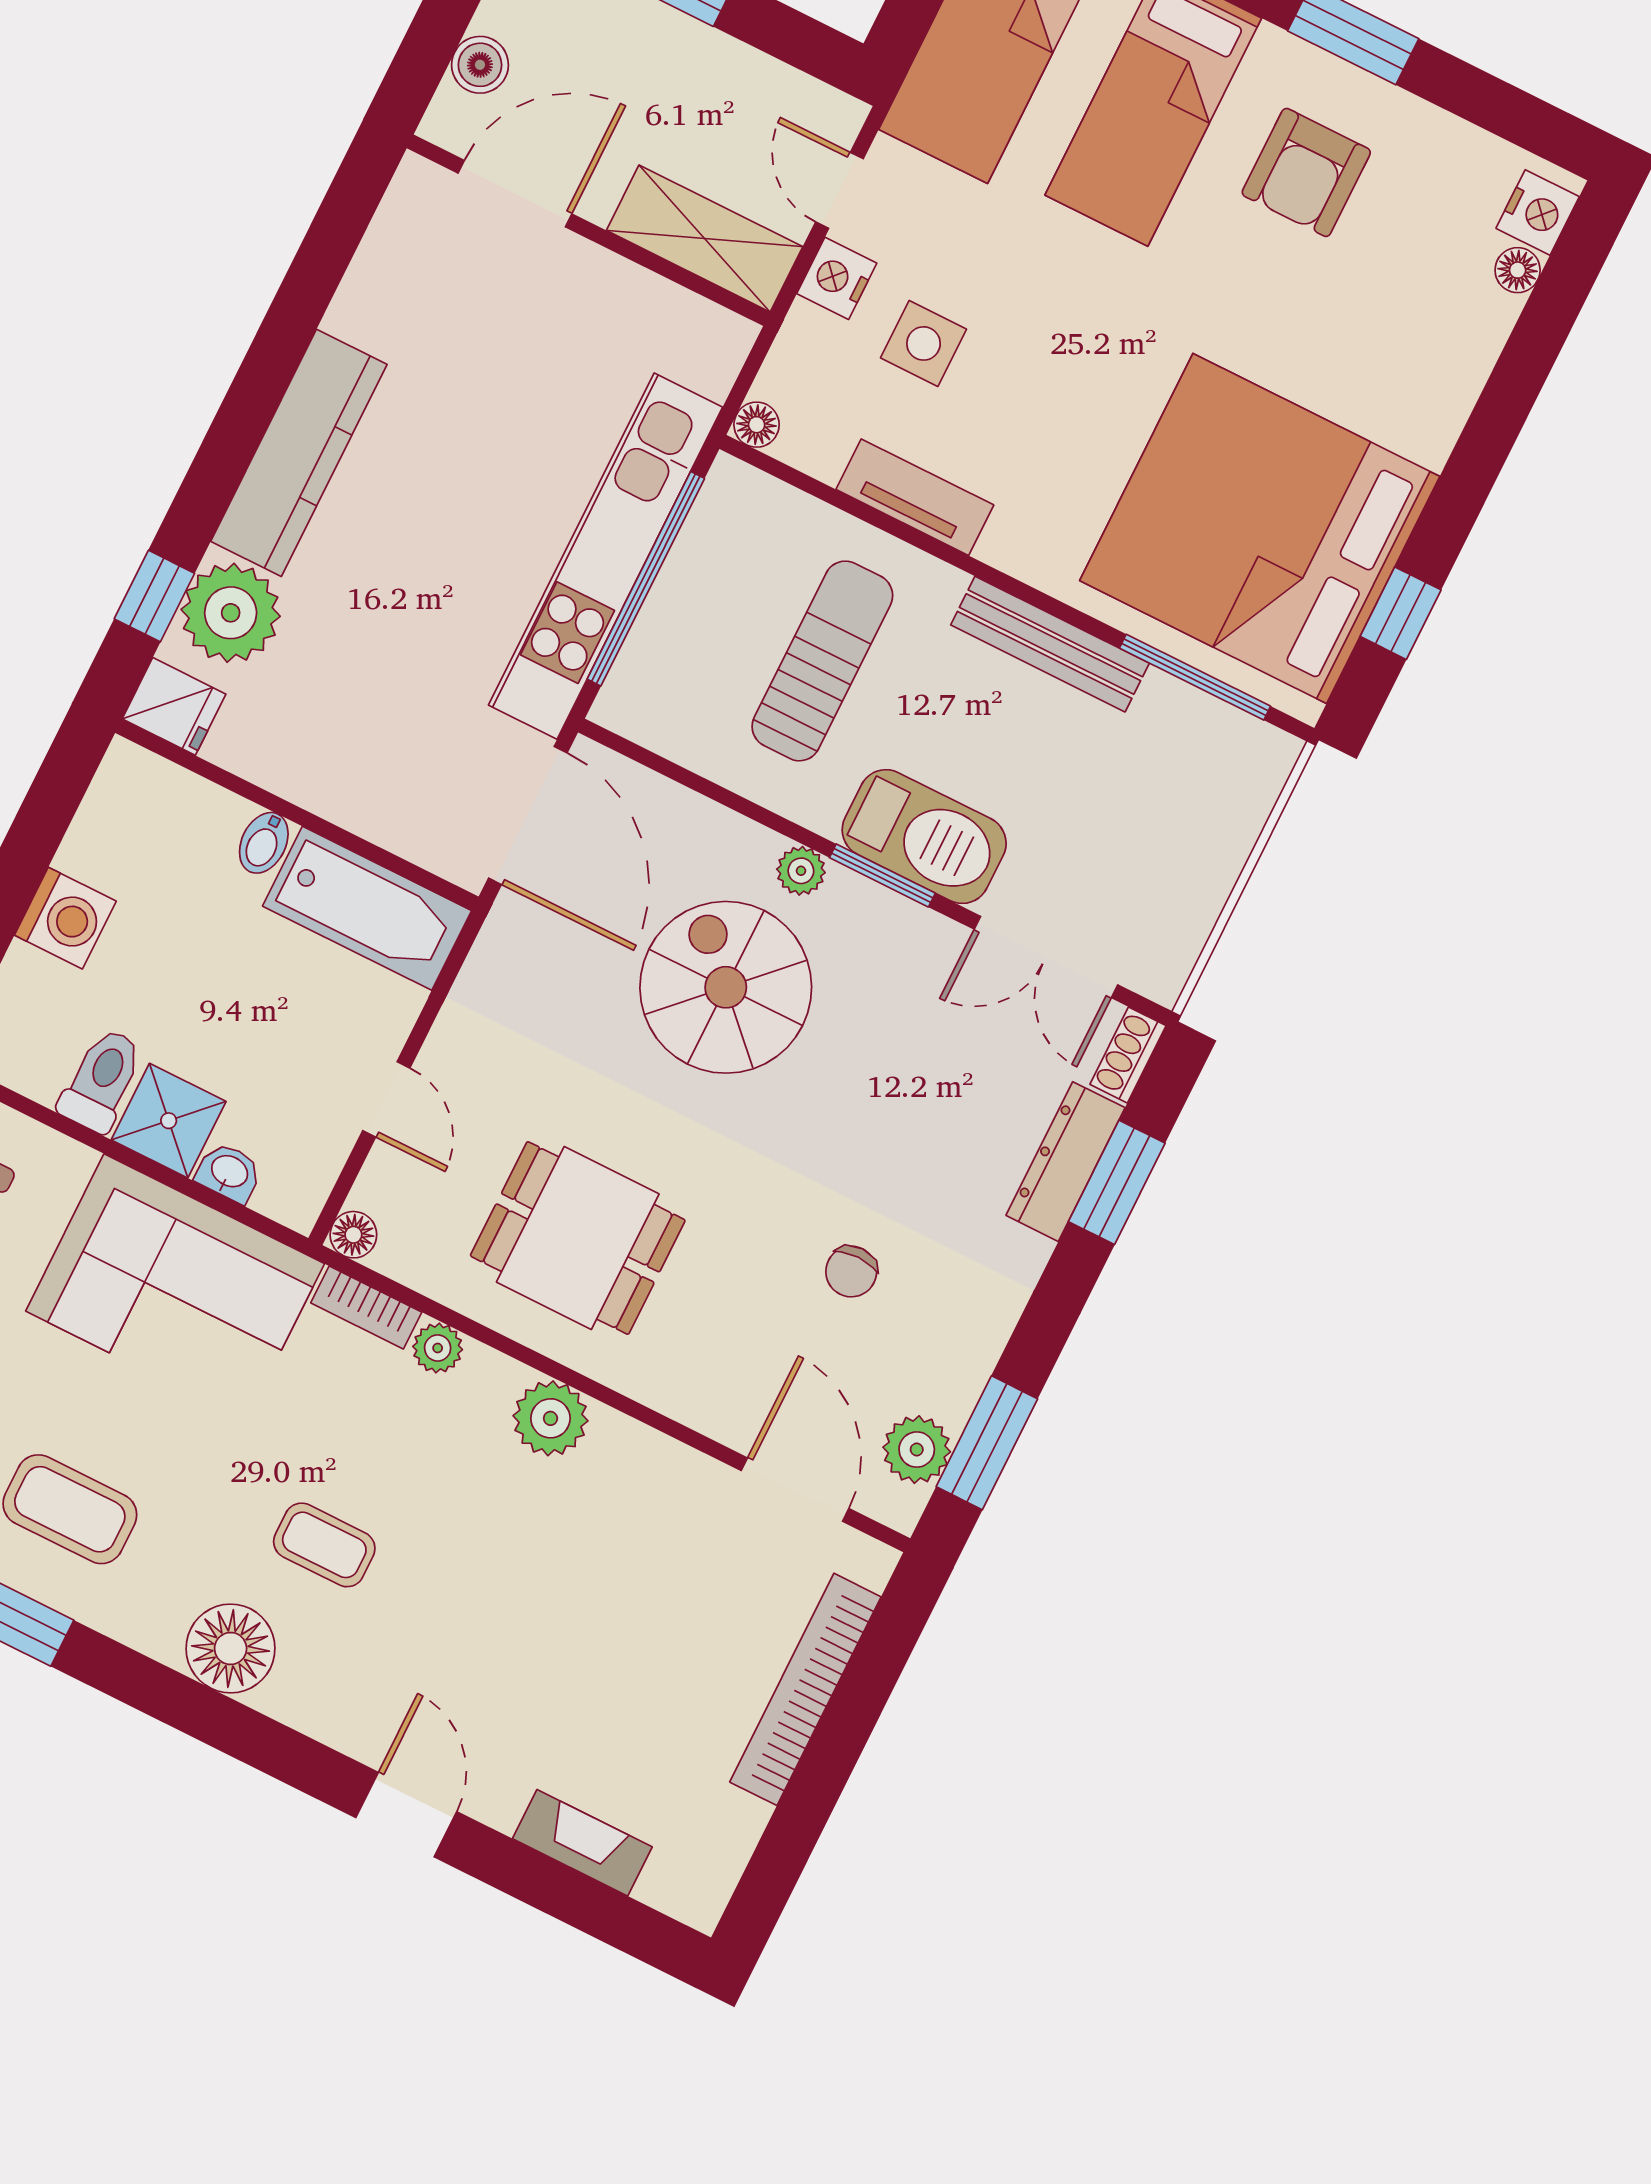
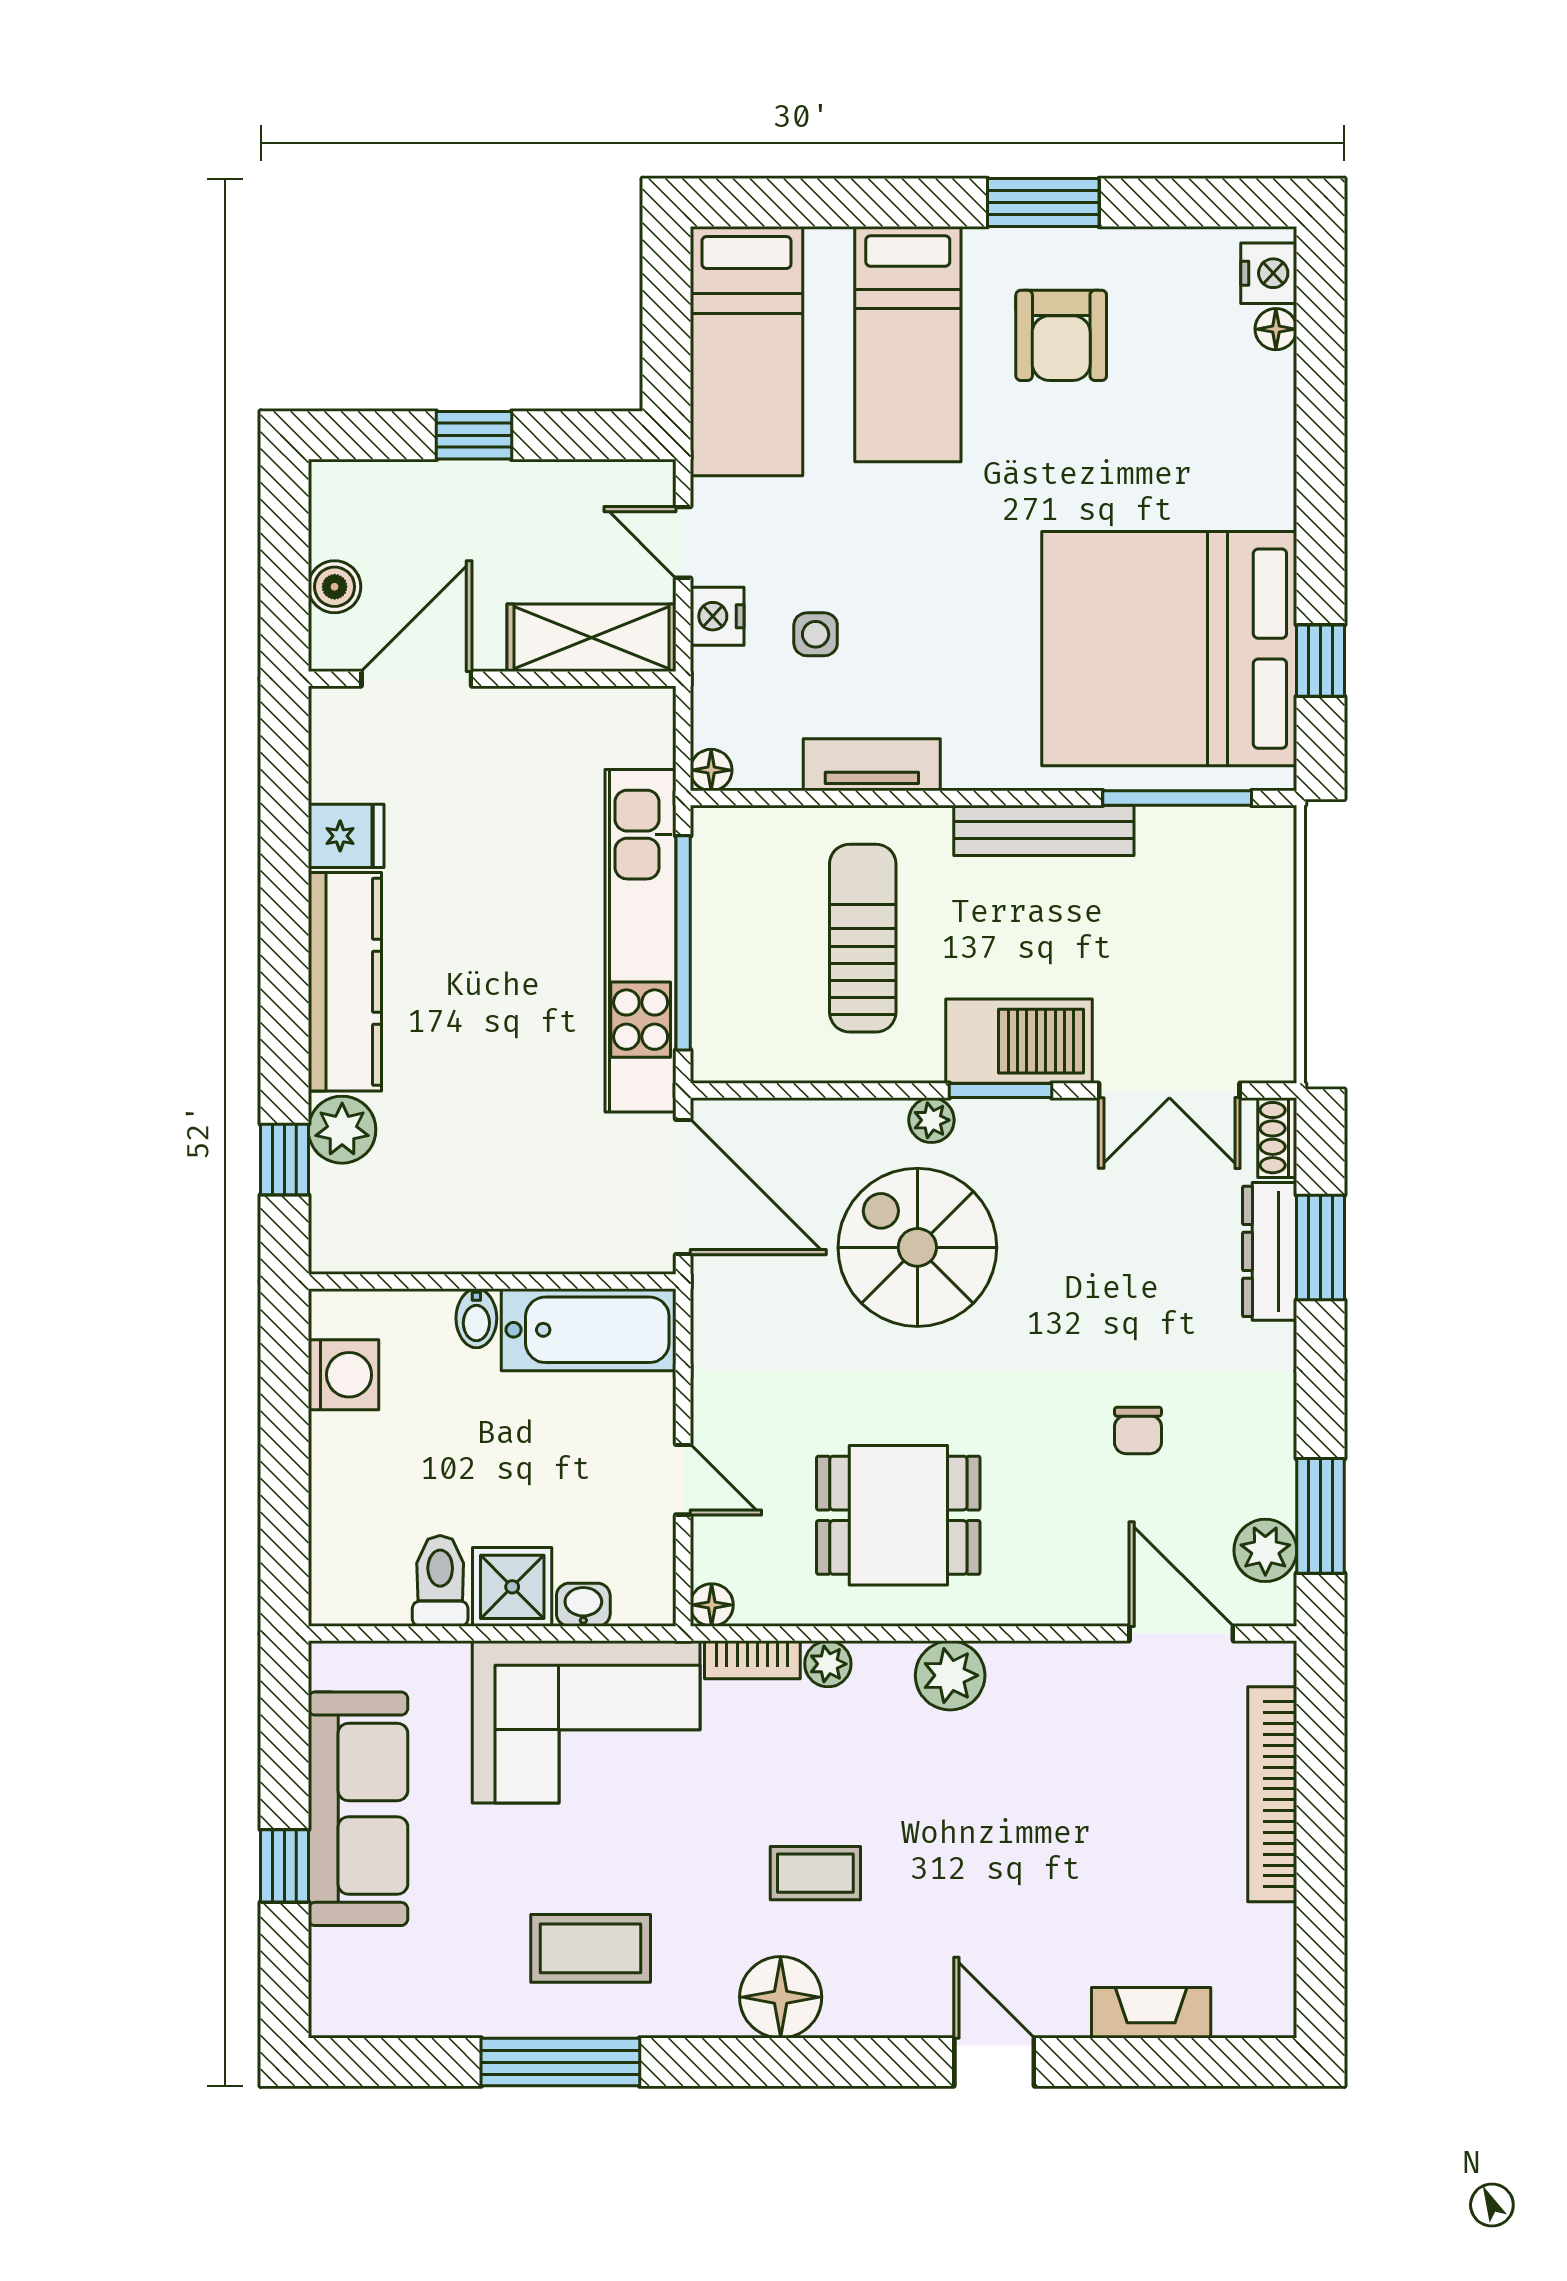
side table: (924, 343) -> (816, 634), width x0.73, depth x0.73
plant: (231, 613) -> (342, 1130), width x0.73, depth x0.73
fridge: (174, 706) -> (346, 836), moved
washing machine: (65, 918) -> (343, 1375), moved

